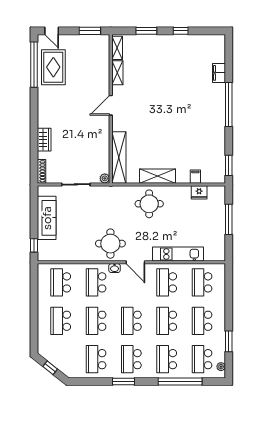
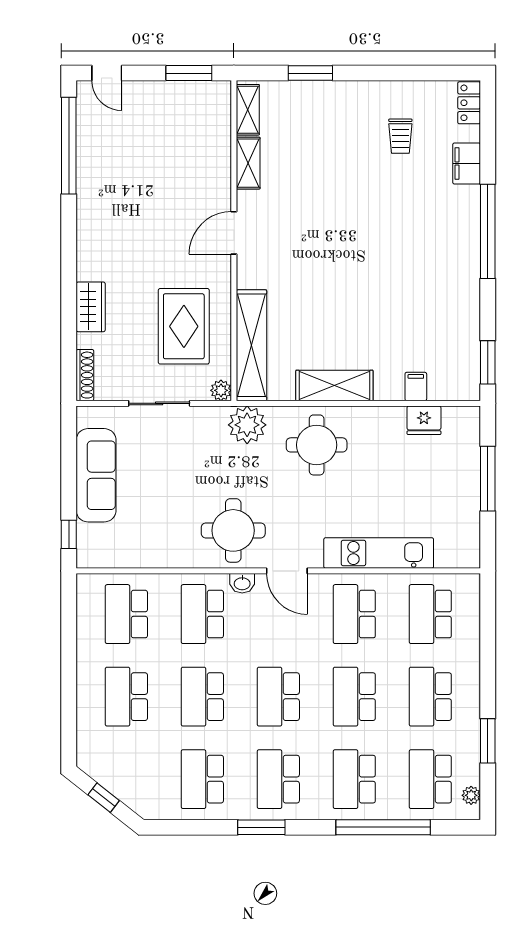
window: (181, 31) -> (384, 73), removed
locker: (220, 45) -> (469, 103), added
trolley: (188, 60) -> (400, 136), added
rug: (53, 67) -> (184, 326), moved
plant: (117, 194) -> (247, 425), added

